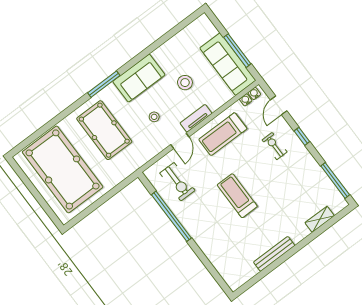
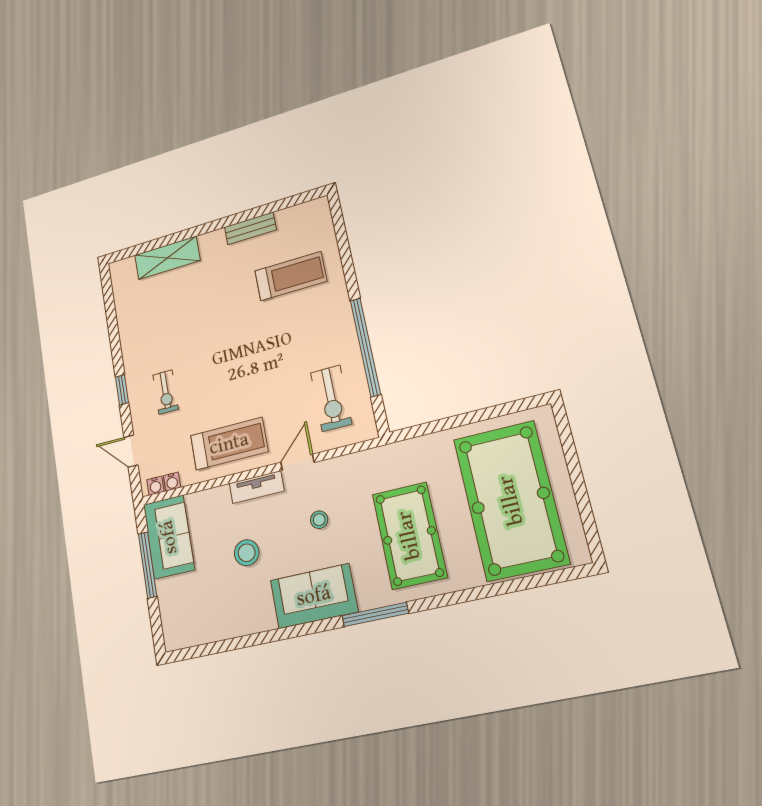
sofa: (228, 64) -> (169, 537), width x0.73
door: (279, 105) -> (131, 451), swing flipped
window: (335, 180) -> (110, 306), removed
exercise bike: (177, 182) -> (331, 398), turned 180
treadmill: (237, 196) -> (291, 276), moved, turned -90
shelving: (320, 219) -> (167, 258), width x1.50, depth x1.33
bench: (274, 254) -> (250, 228), width x0.73

